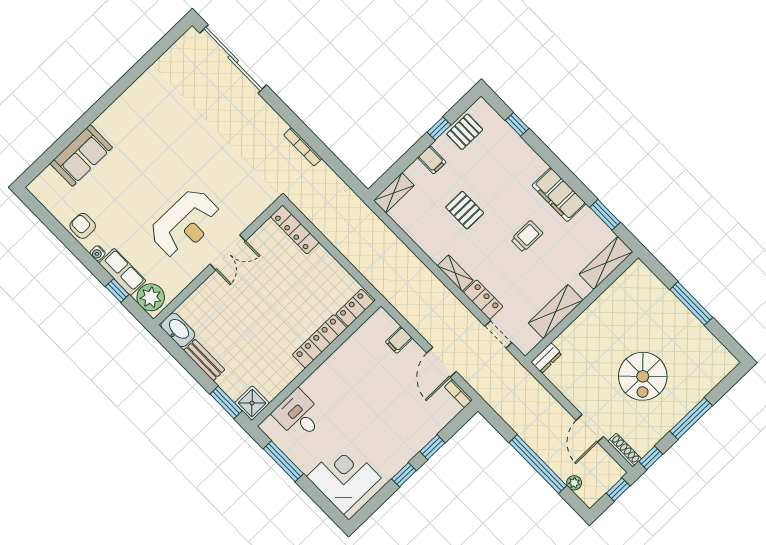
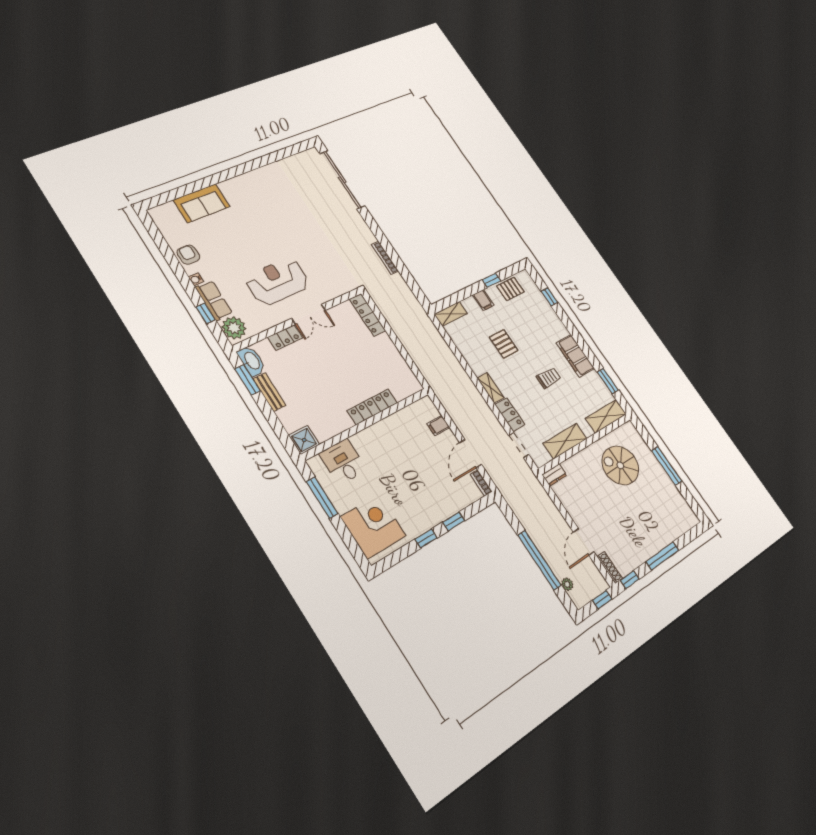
reception desk: (185, 224) -> (277, 281), turned 180
locker: (355, 308) -> (285, 337), moved, turned 180
spiral stairs: (643, 376) -> (620, 465), moved, turned 90
window: (226, 402) -> (248, 380), moved

